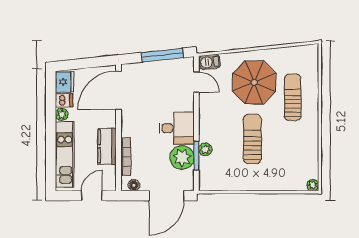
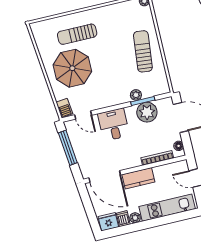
door: (196, 82) -> (83, 115), swing flipped
desk: (177, 128) -> (114, 125), moved
sun lounger: (252, 139) -> (143, 51), moved, turned 96
kitchen counter: (107, 146) -> (138, 178), moved

